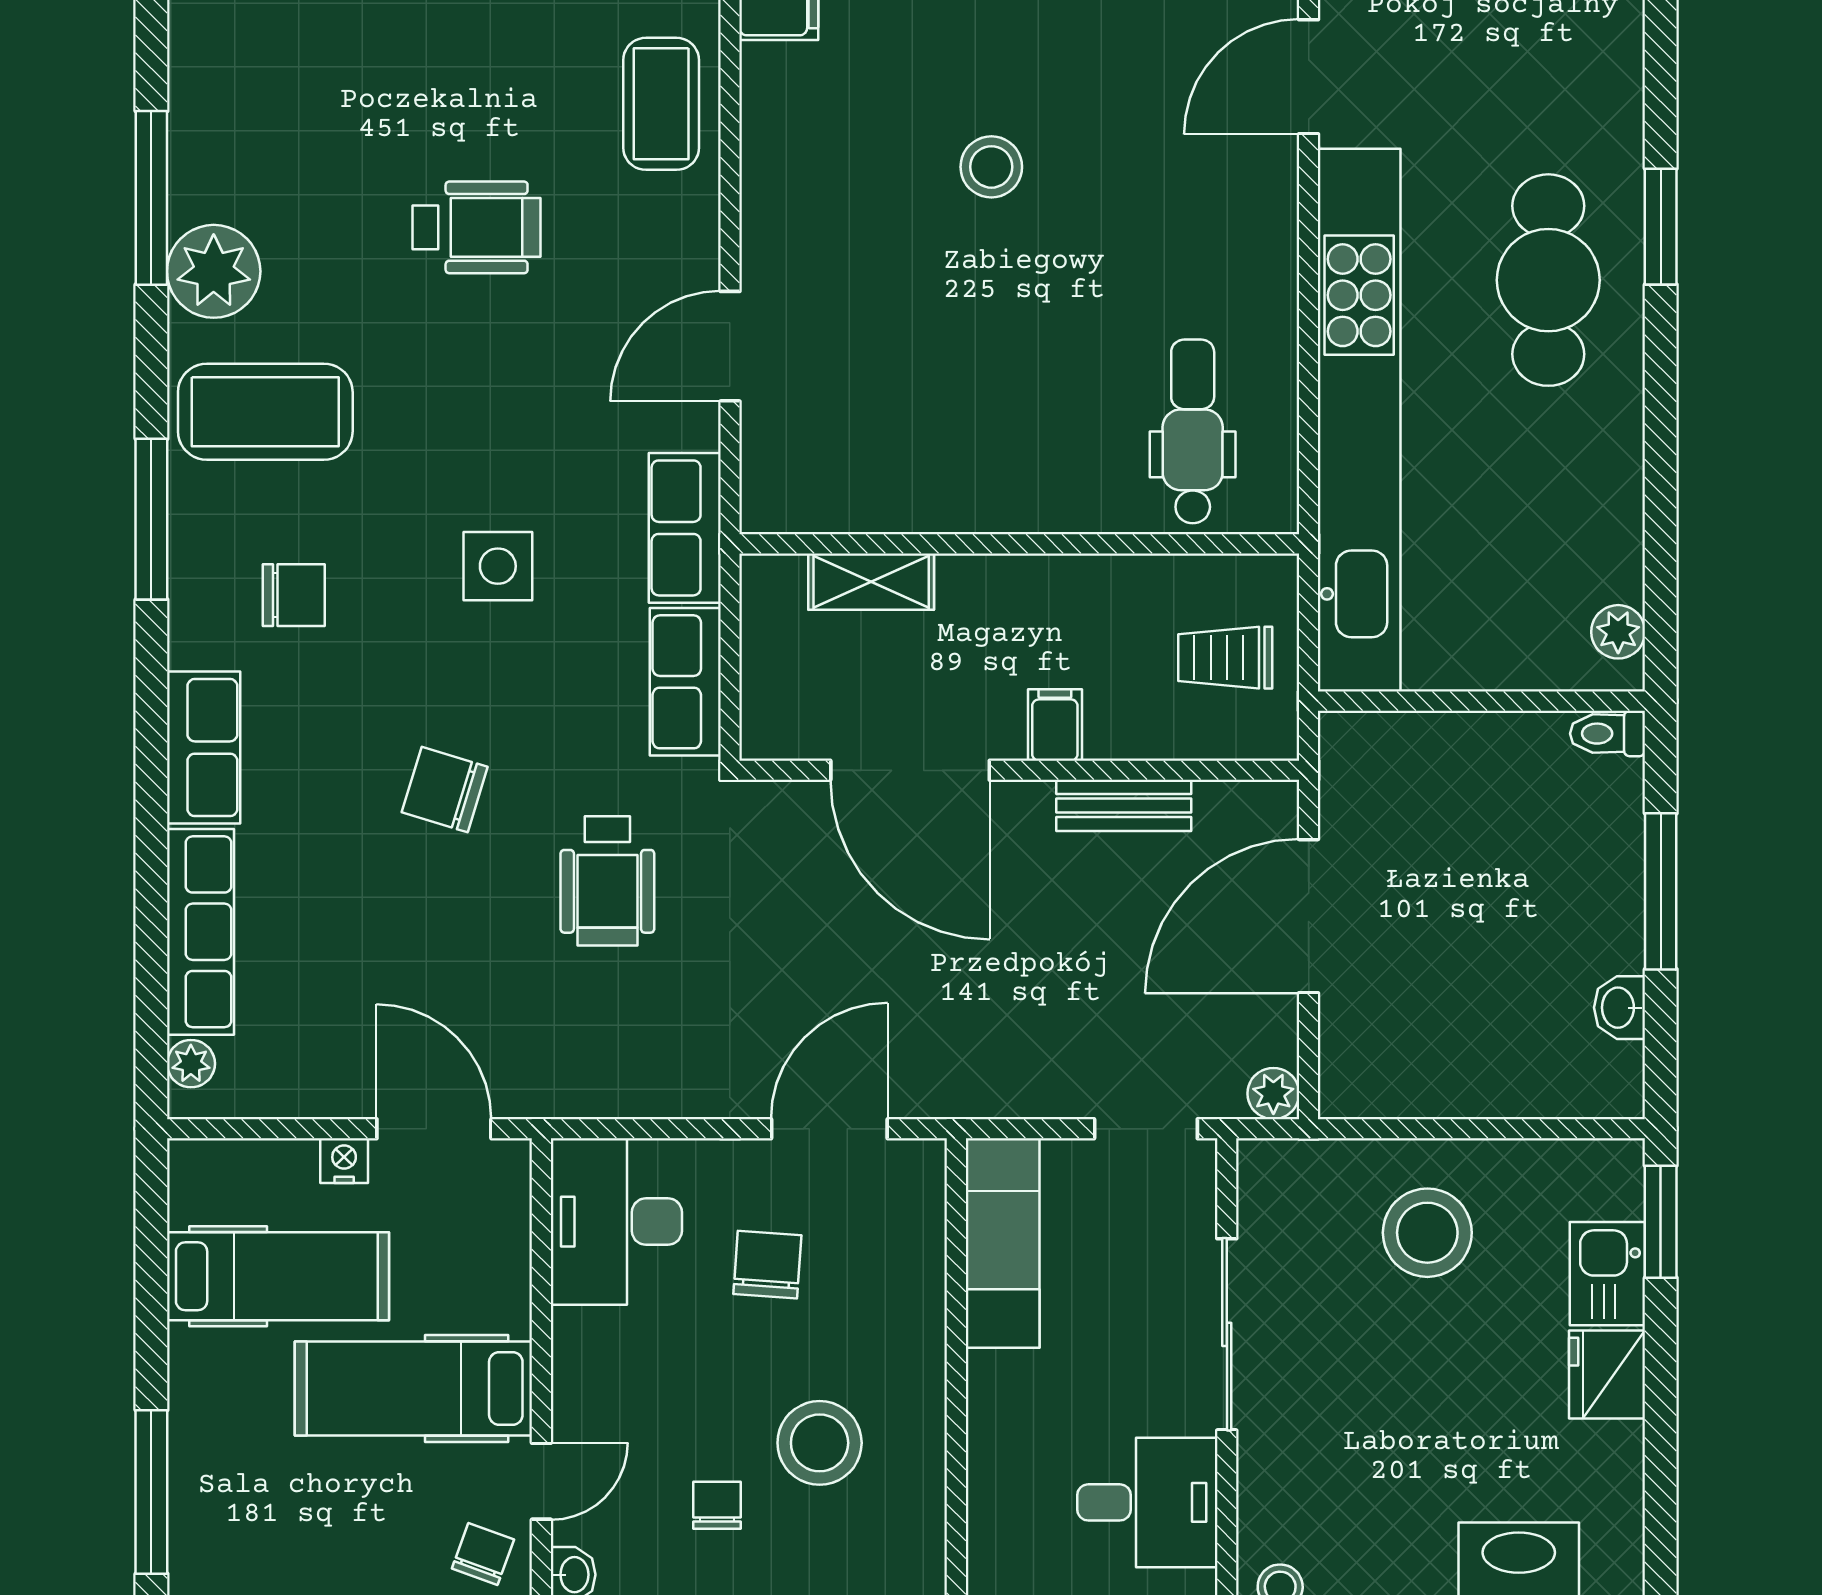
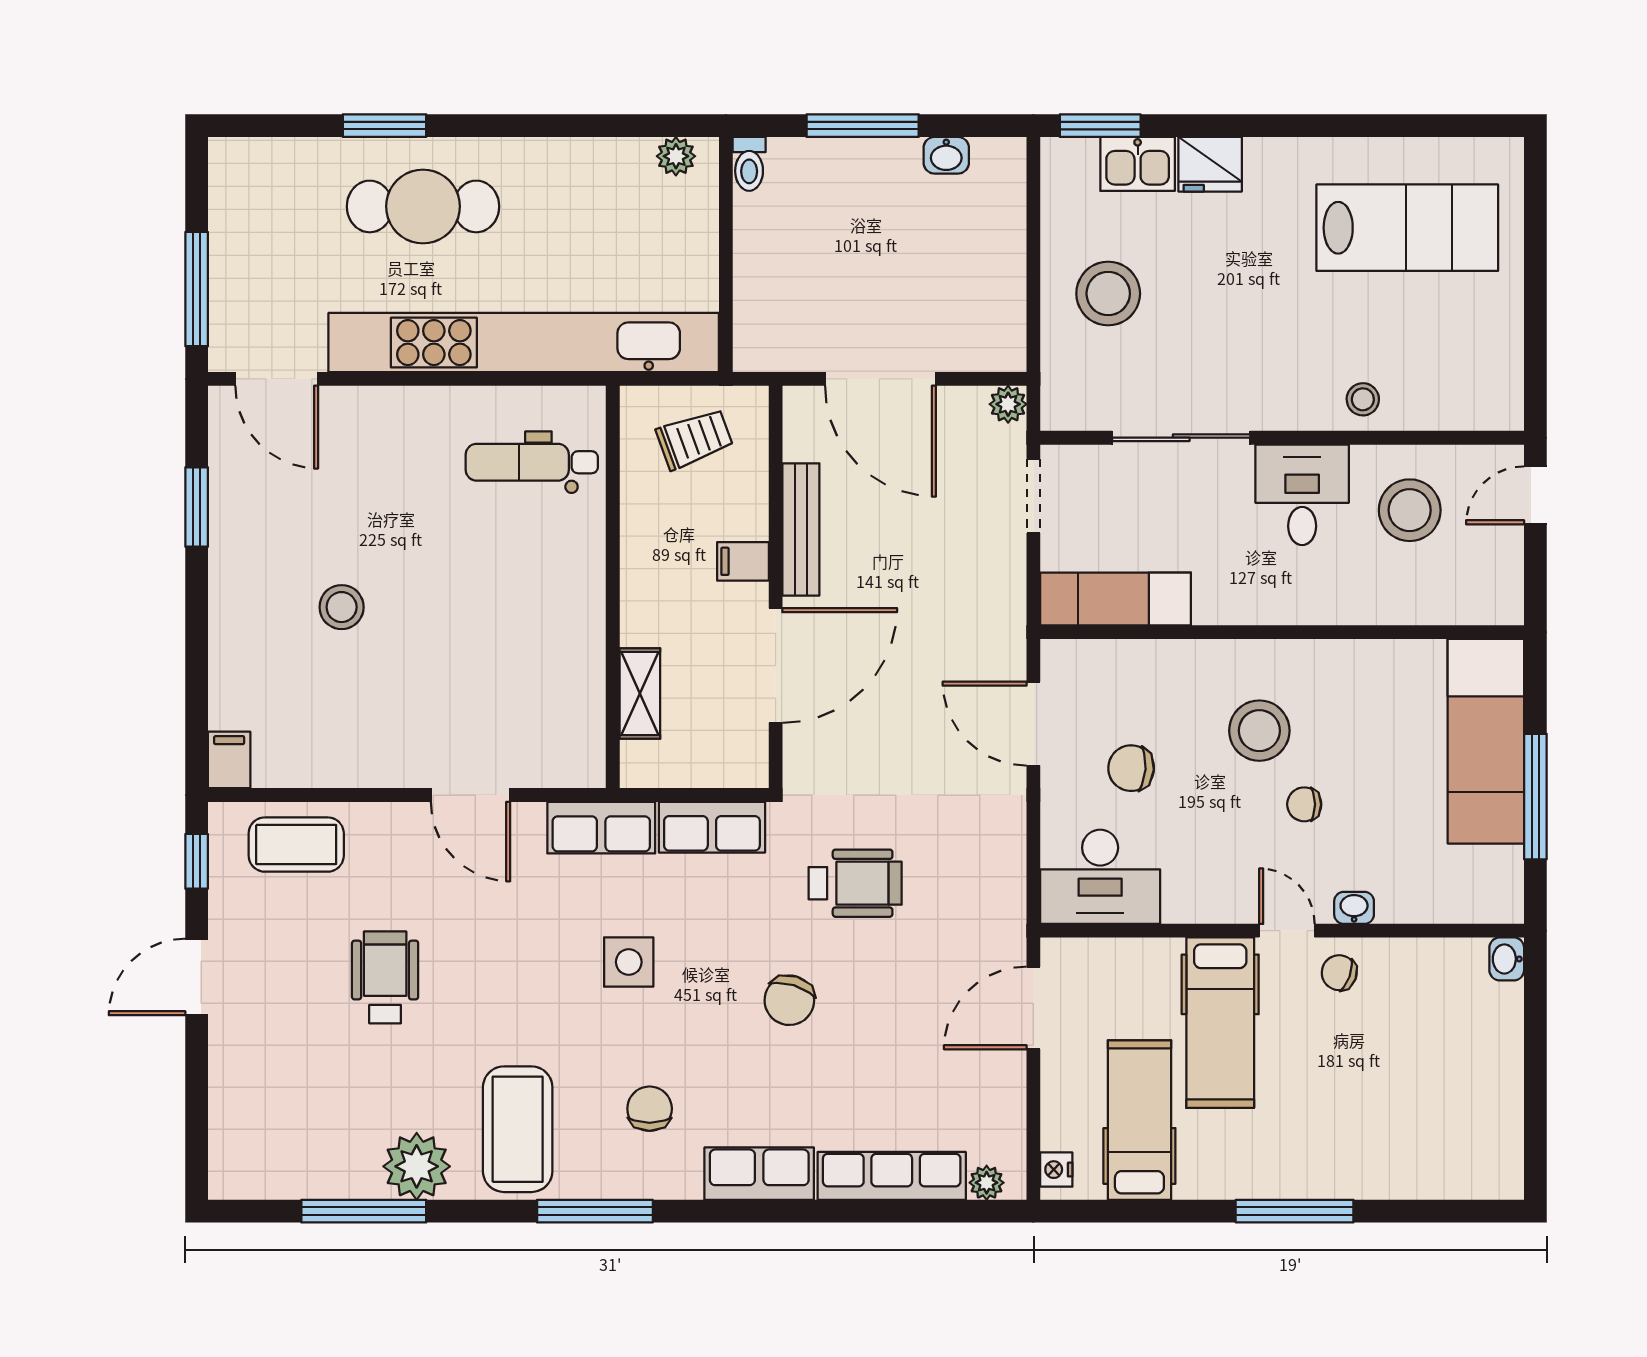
trolley: (1225, 658) -> (695, 439), turned -110
bench: (1124, 805) -> (801, 529), width x1.36
nightstand: (344, 1161) -> (1056, 1170), moved

